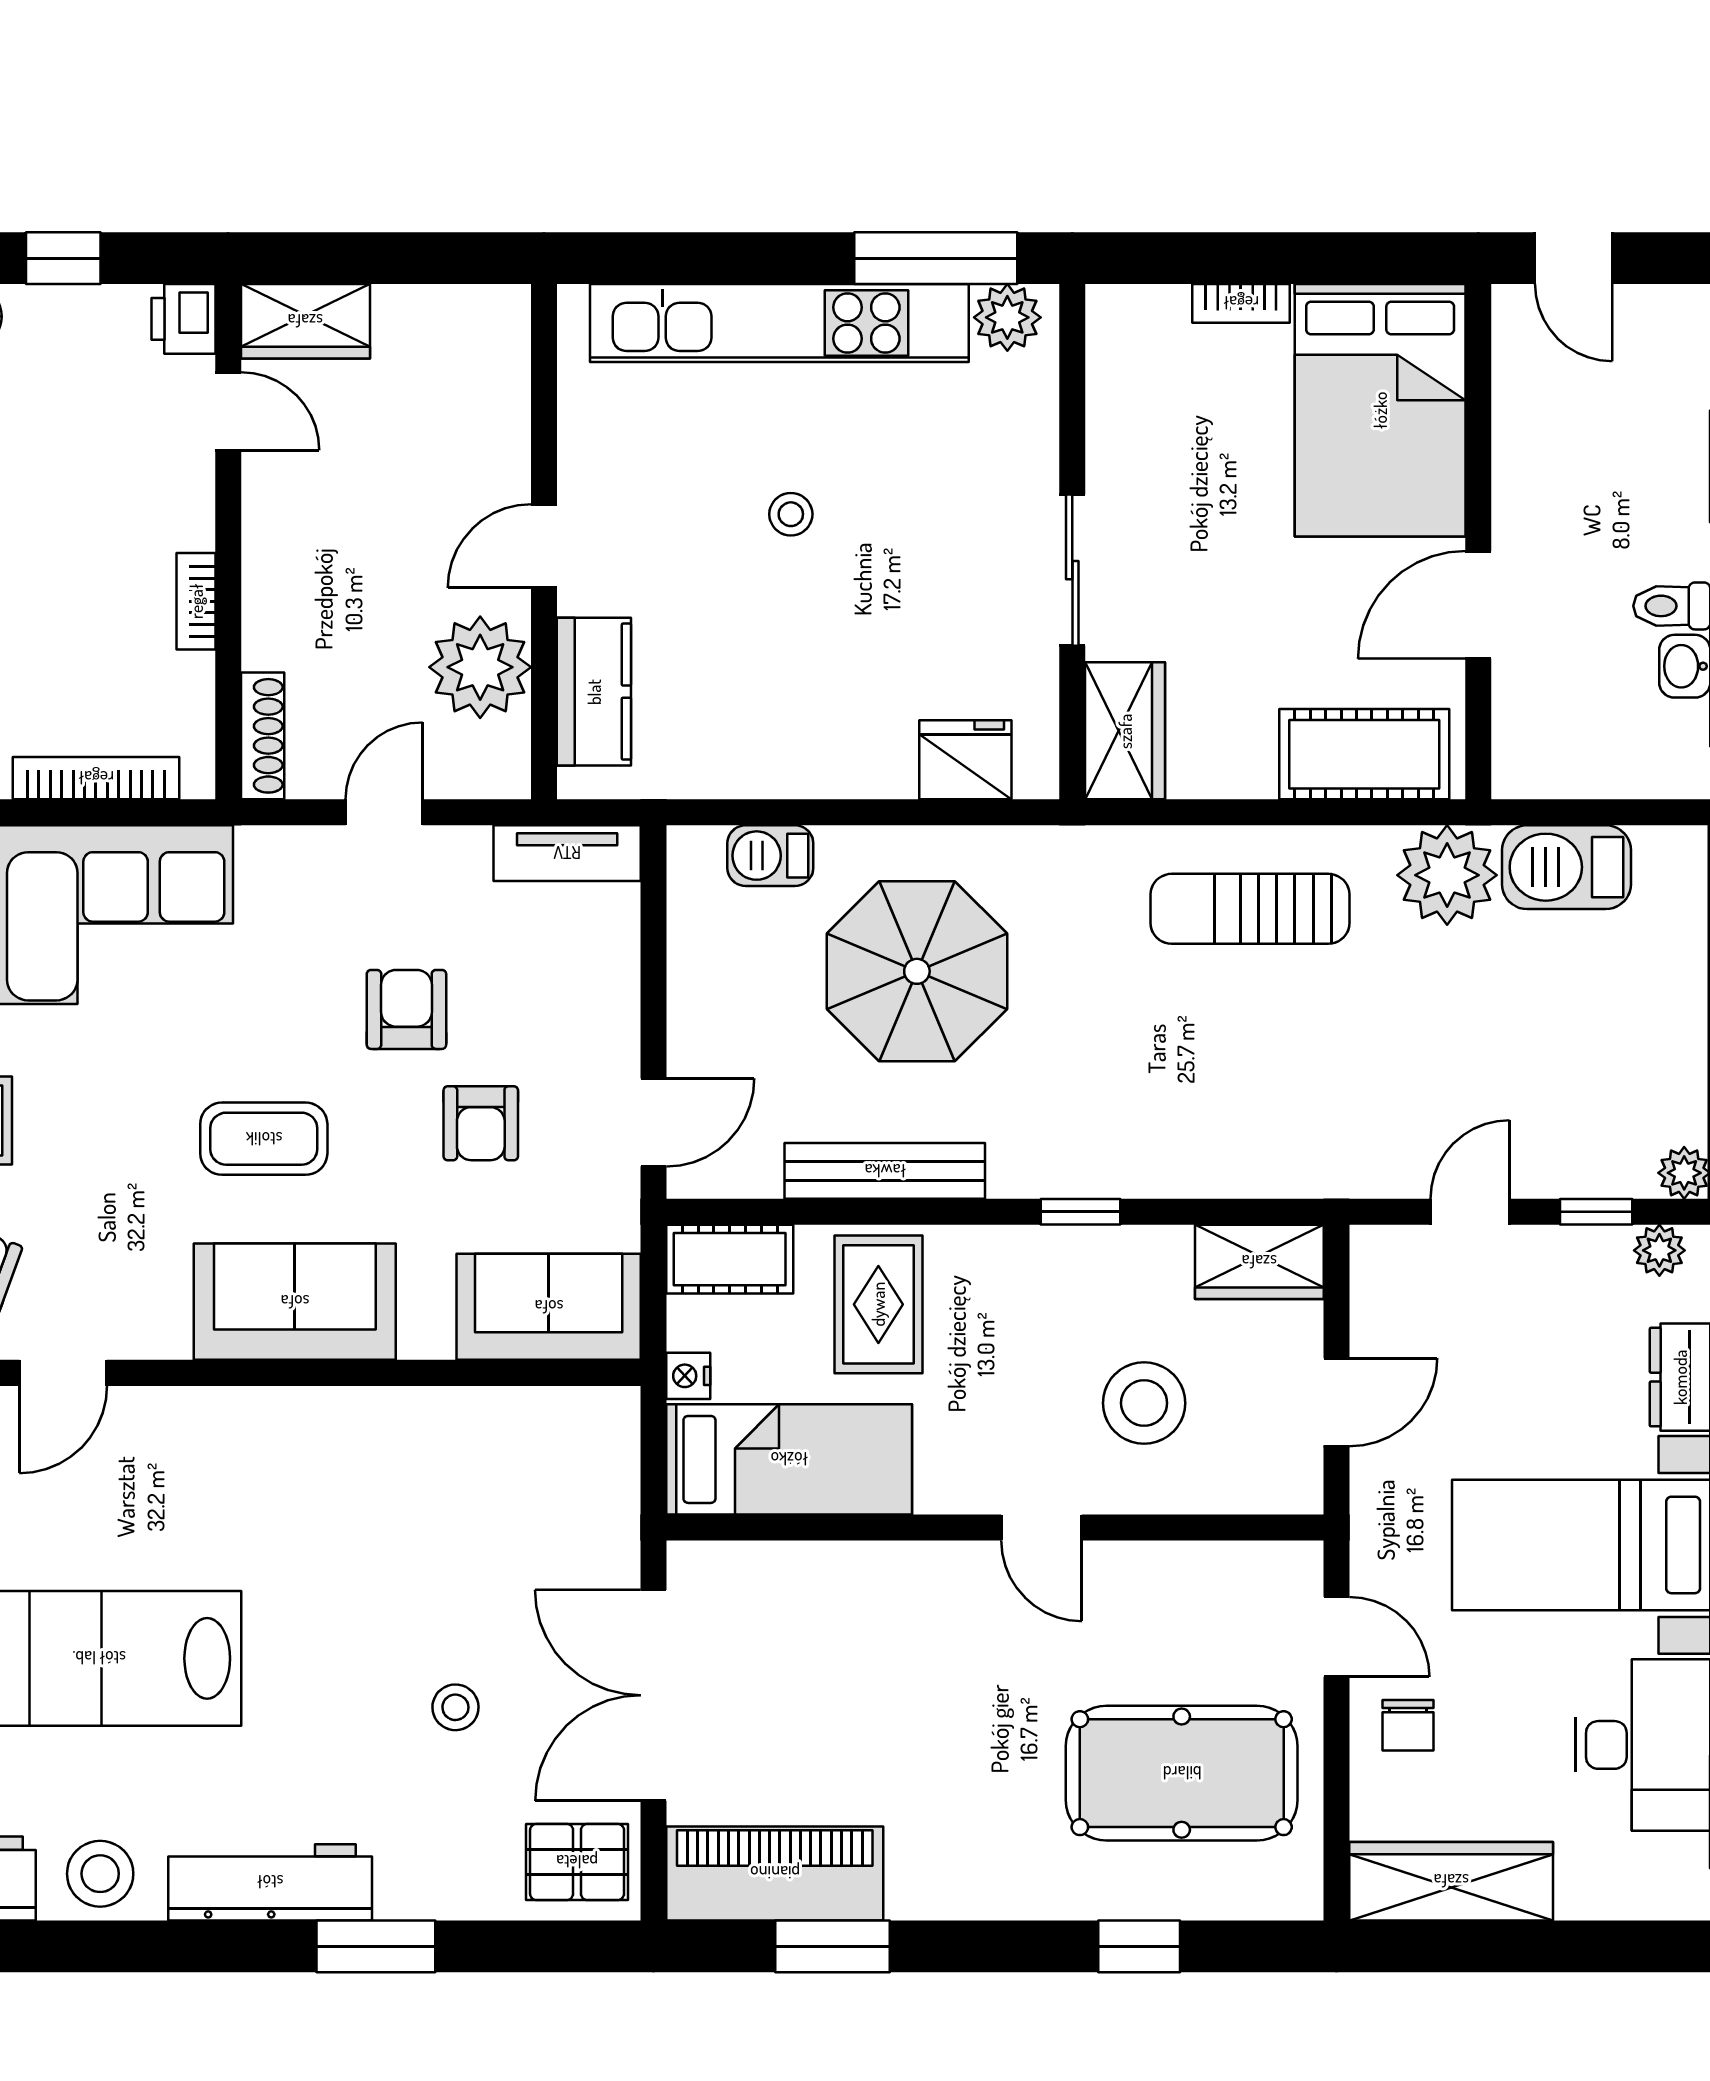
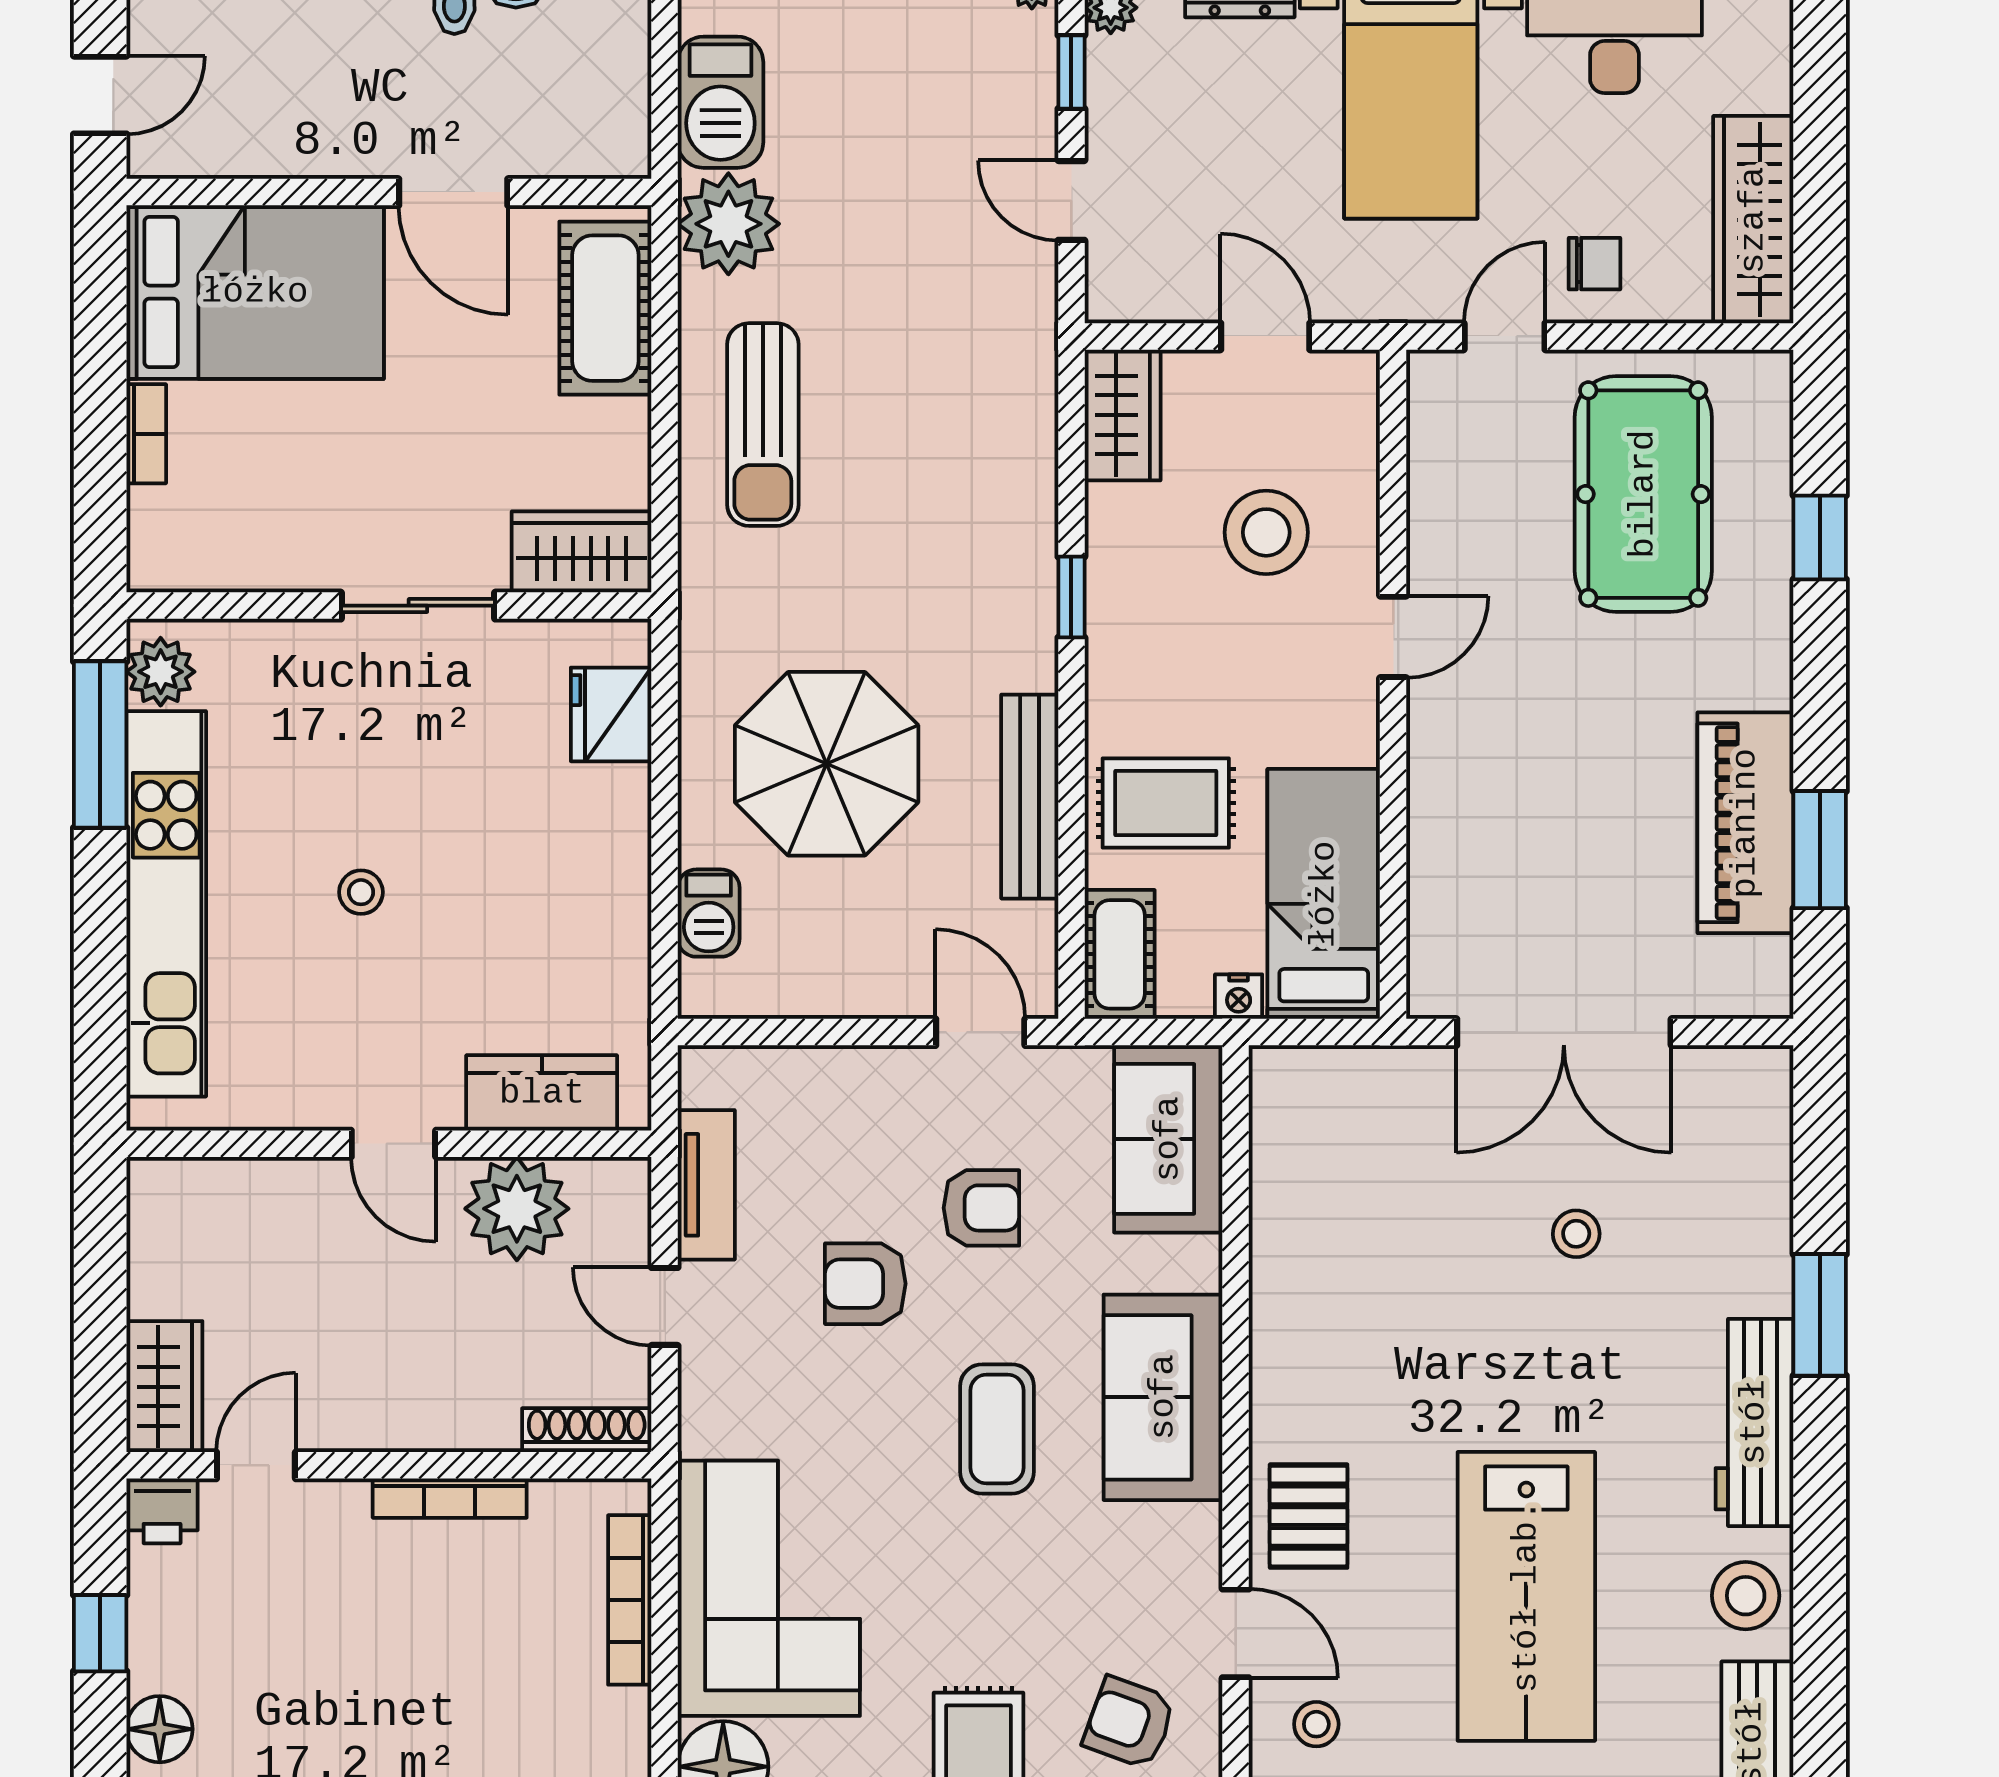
bookcase: (196, 601) -> (450, 1498), width x1.56
tv unit: (567, 853) -> (706, 1185), moved
pallet: (577, 1862) -> (1309, 1516), moved
piano: (775, 1873) -> (1745, 823), moved

